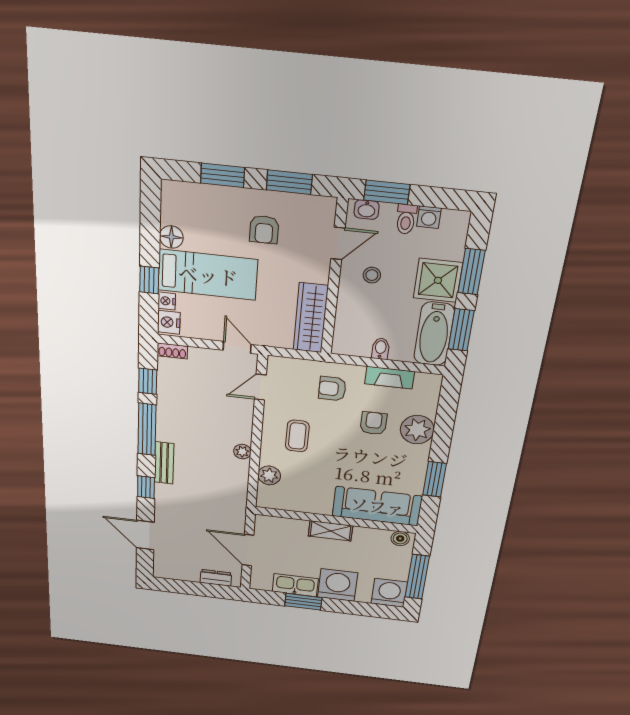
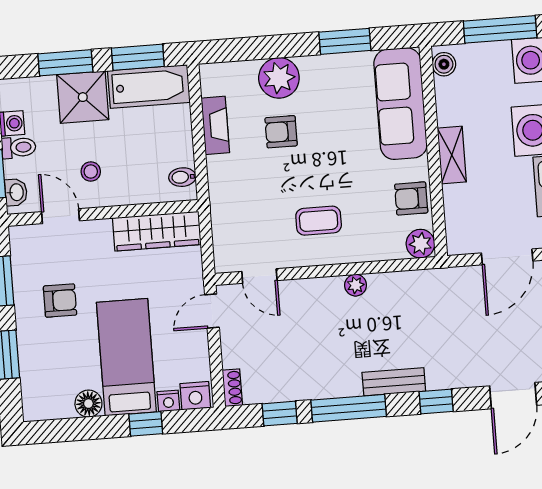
bidet: (381, 349) -> (182, 177), moved
armchair: (332, 389) -> (411, 198), moved, turned 90
plant: (269, 475) -> (420, 244), moved

